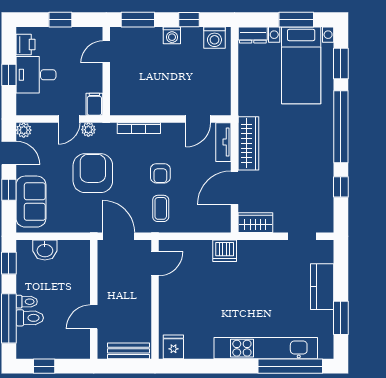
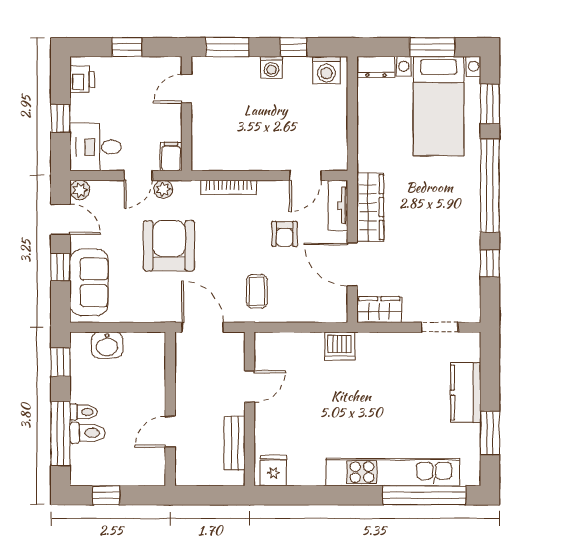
desk: (36, 75) -> (95, 147), moved
armchair: (160, 173) -> (284, 234), moved
door: (234, 188) -> (352, 265), hinge flipped
door: (155, 264) -> (249, 386), moved
bench: (128, 351) -> (235, 443), moved, turned 90

